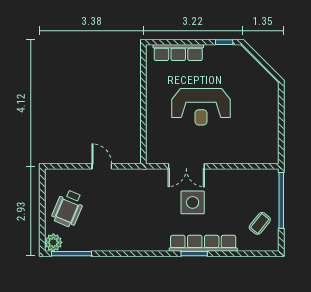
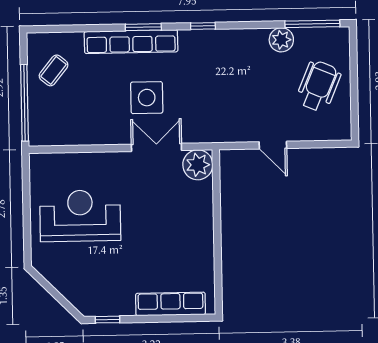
reception desk: (201, 107) -> (80, 216), moved
plant: (157, 153) -> (198, 165), added
plant: (53, 242) -> (281, 40), moved
window: (151, 254) -> (203, 26), added

